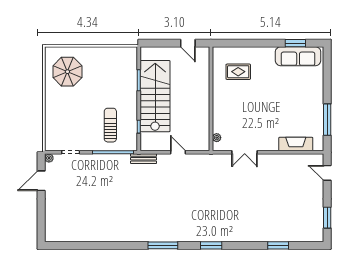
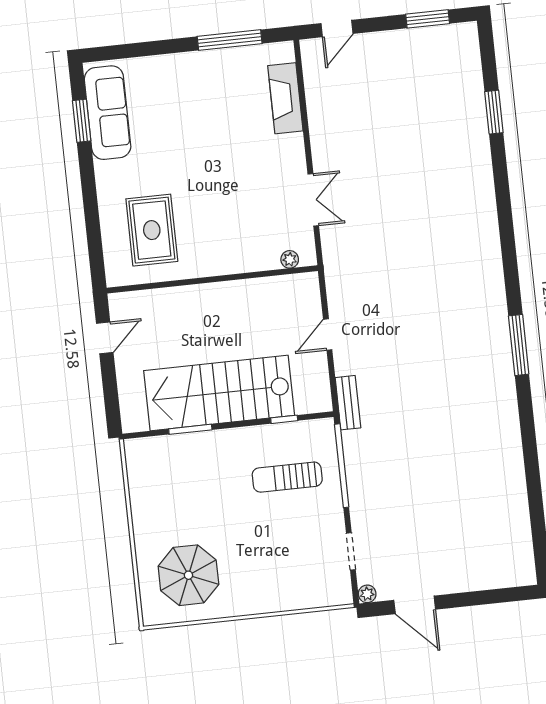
rug: (238, 72) -> (152, 230), width x1.36, depth x1.43
window: (211, 245) -> (508, 247), removed

